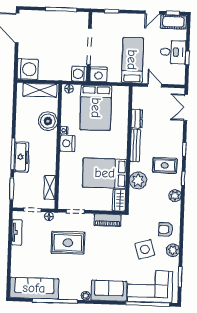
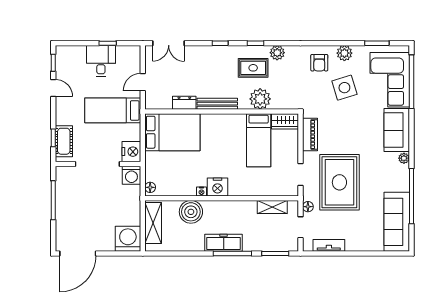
cot: (173, 22) -> (64, 141), moved
bed: (96, 108) -> (172, 132), moved
freezer: (21, 157) -> (224, 243), moved
rug: (165, 165) -> (253, 68), moved, turned 90
bed: (105, 173) -> (259, 140), width x0.67
rug: (68, 243) -> (339, 182), width x1.37, depth x1.44

